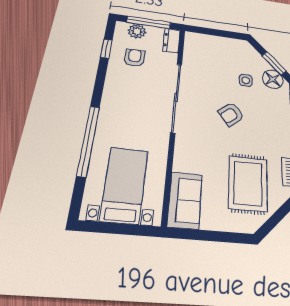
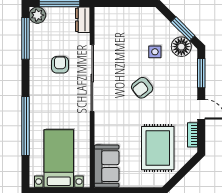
plant: (137, 31) -> (37, 15), moved
window: (106, 49) -> (25, 38), width x2.17
armchair: (135, 58) -> (60, 65), moved

